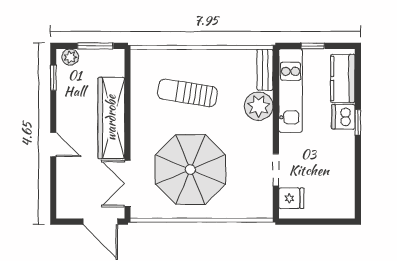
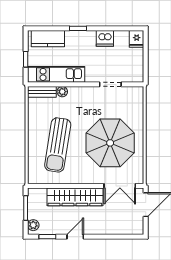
sun lounger: (187, 93) -> (58, 145), width x1.36, depth x1.34
plant: (259, 106) -> (62, 92), width x0.53, depth x0.53
dishwasher: (343, 117) -> (105, 38), moved
door: (53, 145) -> (75, 237), moved
fridge: (291, 198) -> (137, 39), moved, turned 180

